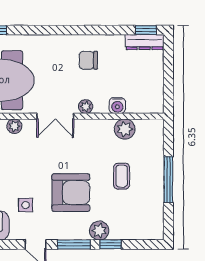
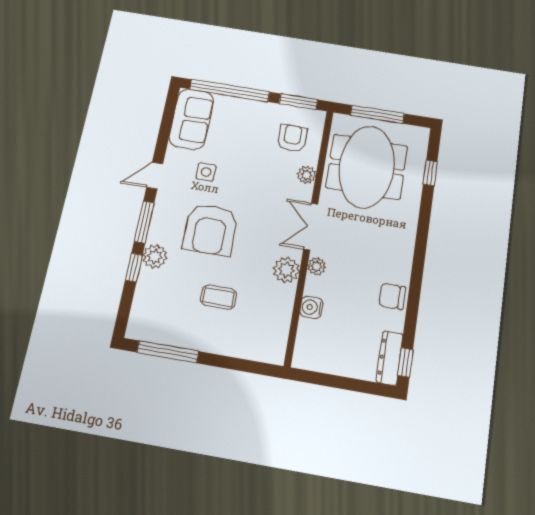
chair: (88, 60) -> (392, 296), moved, turned -90
plant: (125, 129) -> (286, 270), moved
window: (168, 180) -> (168, 352), moved

